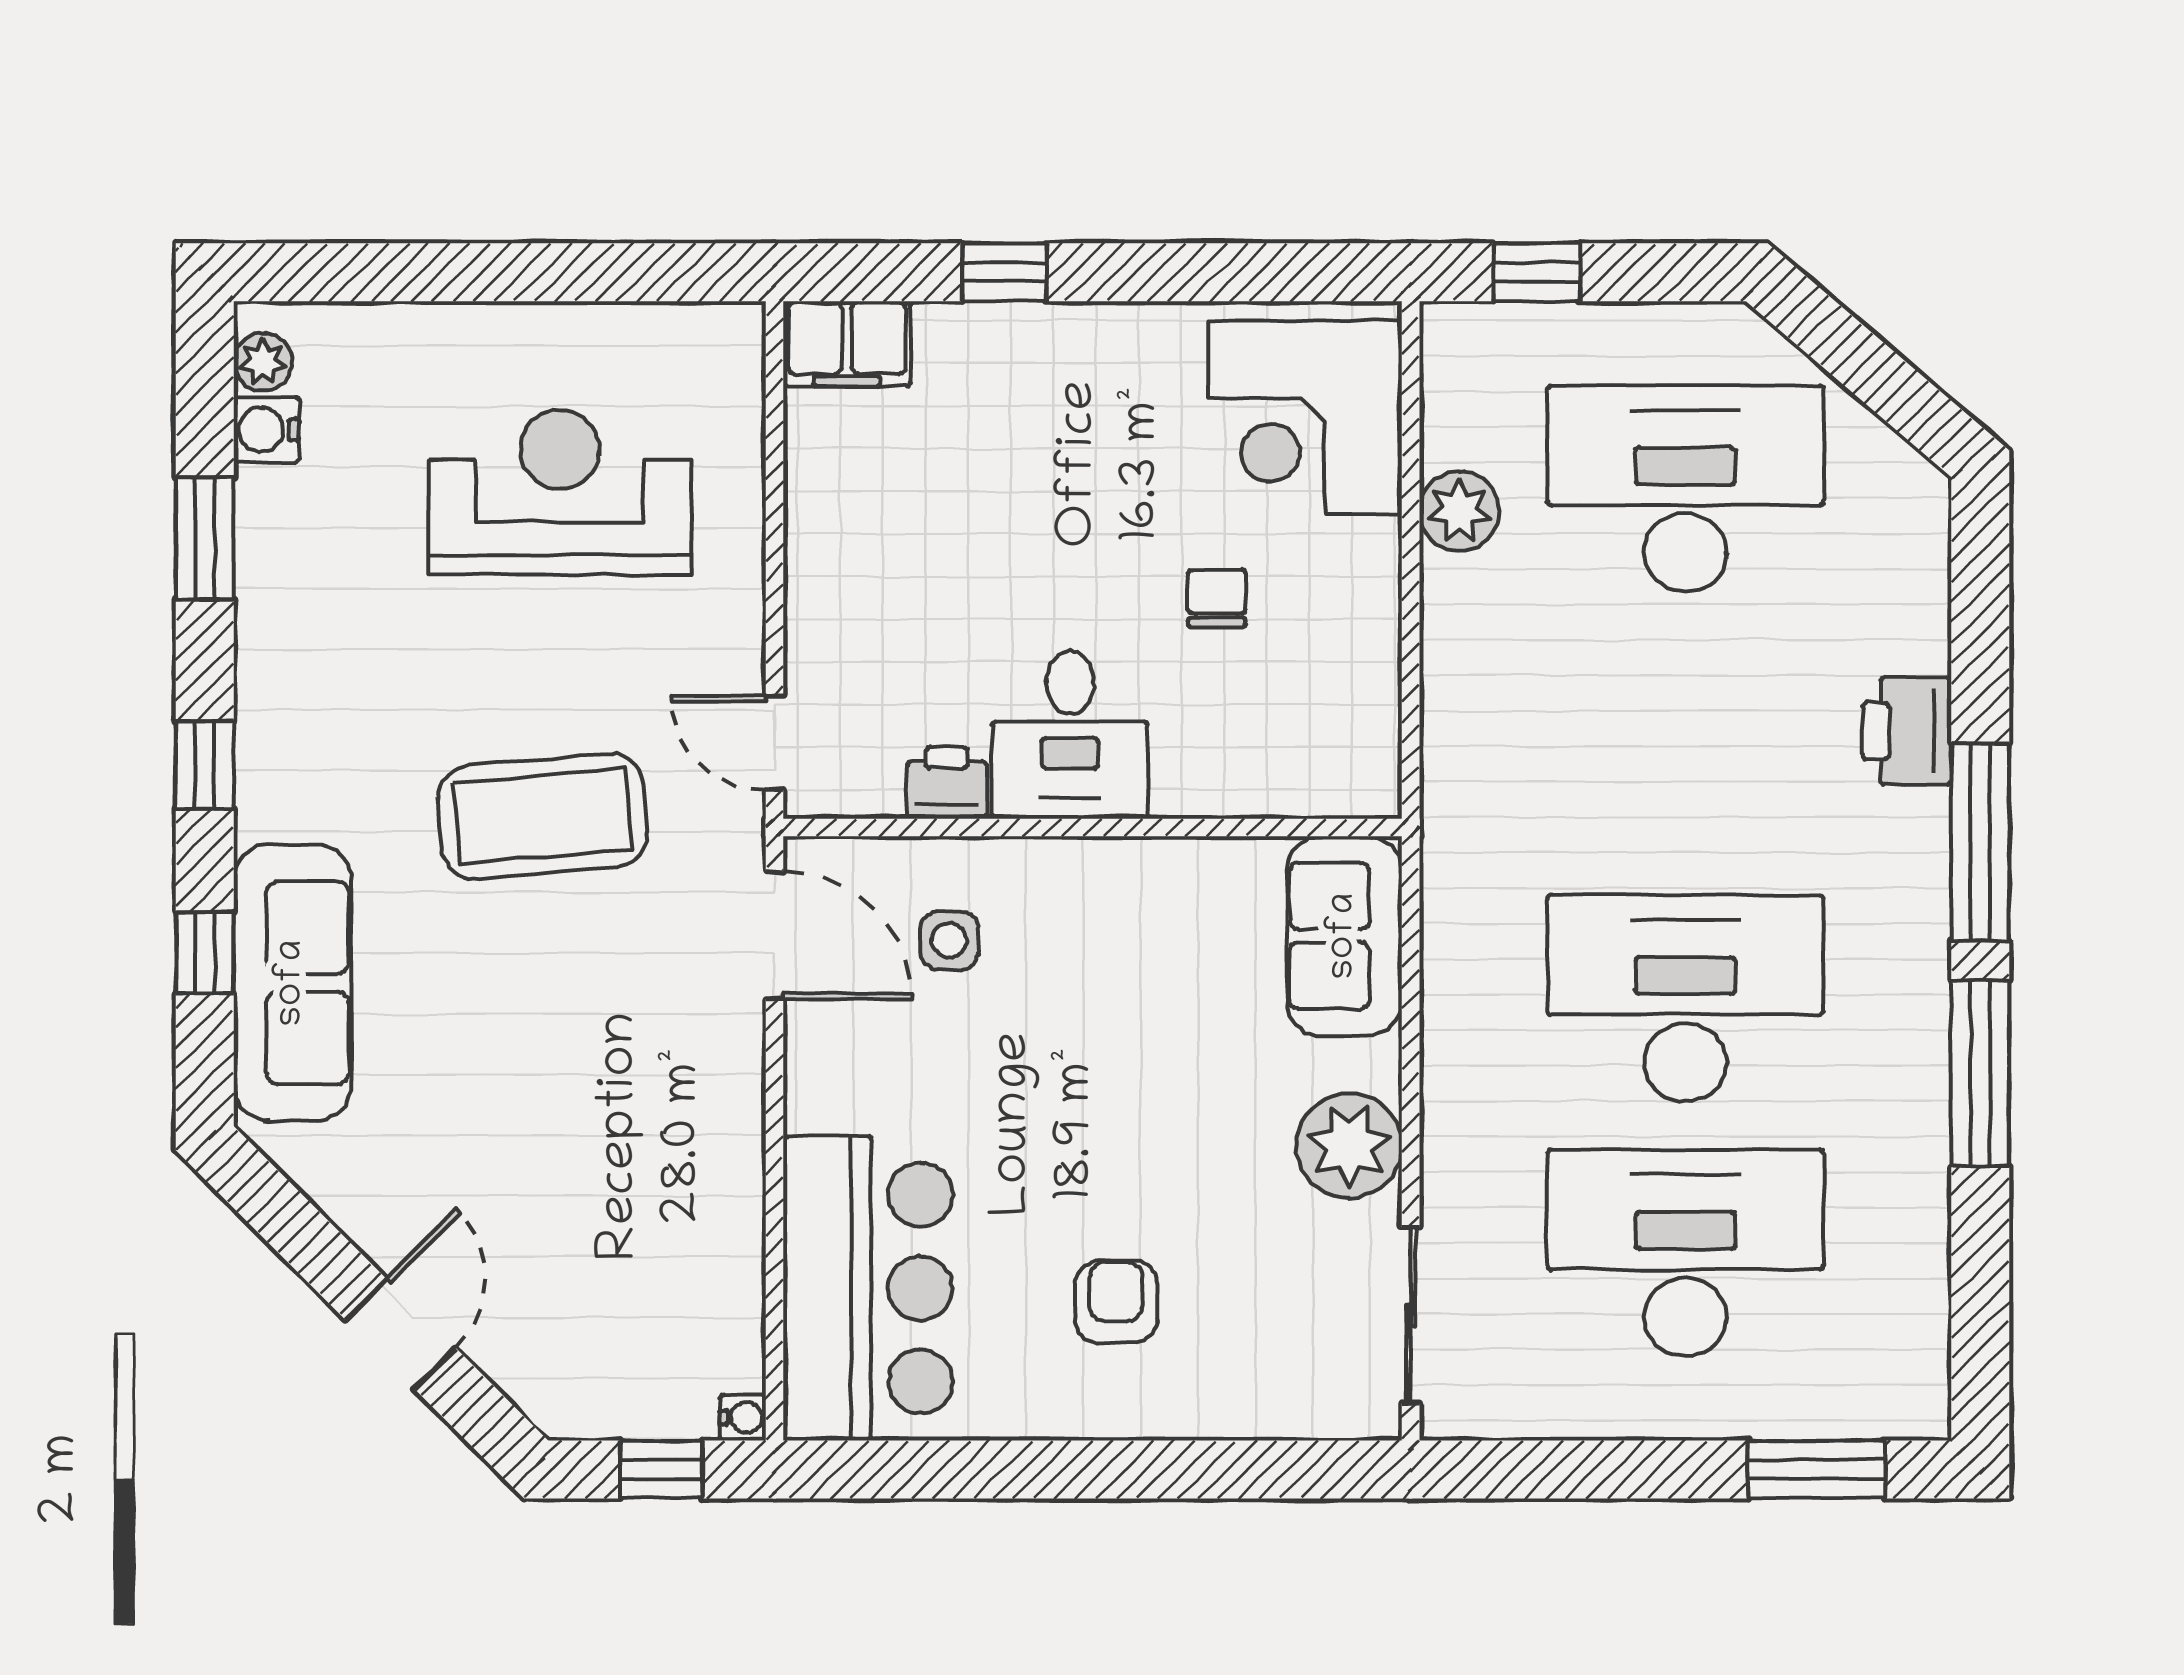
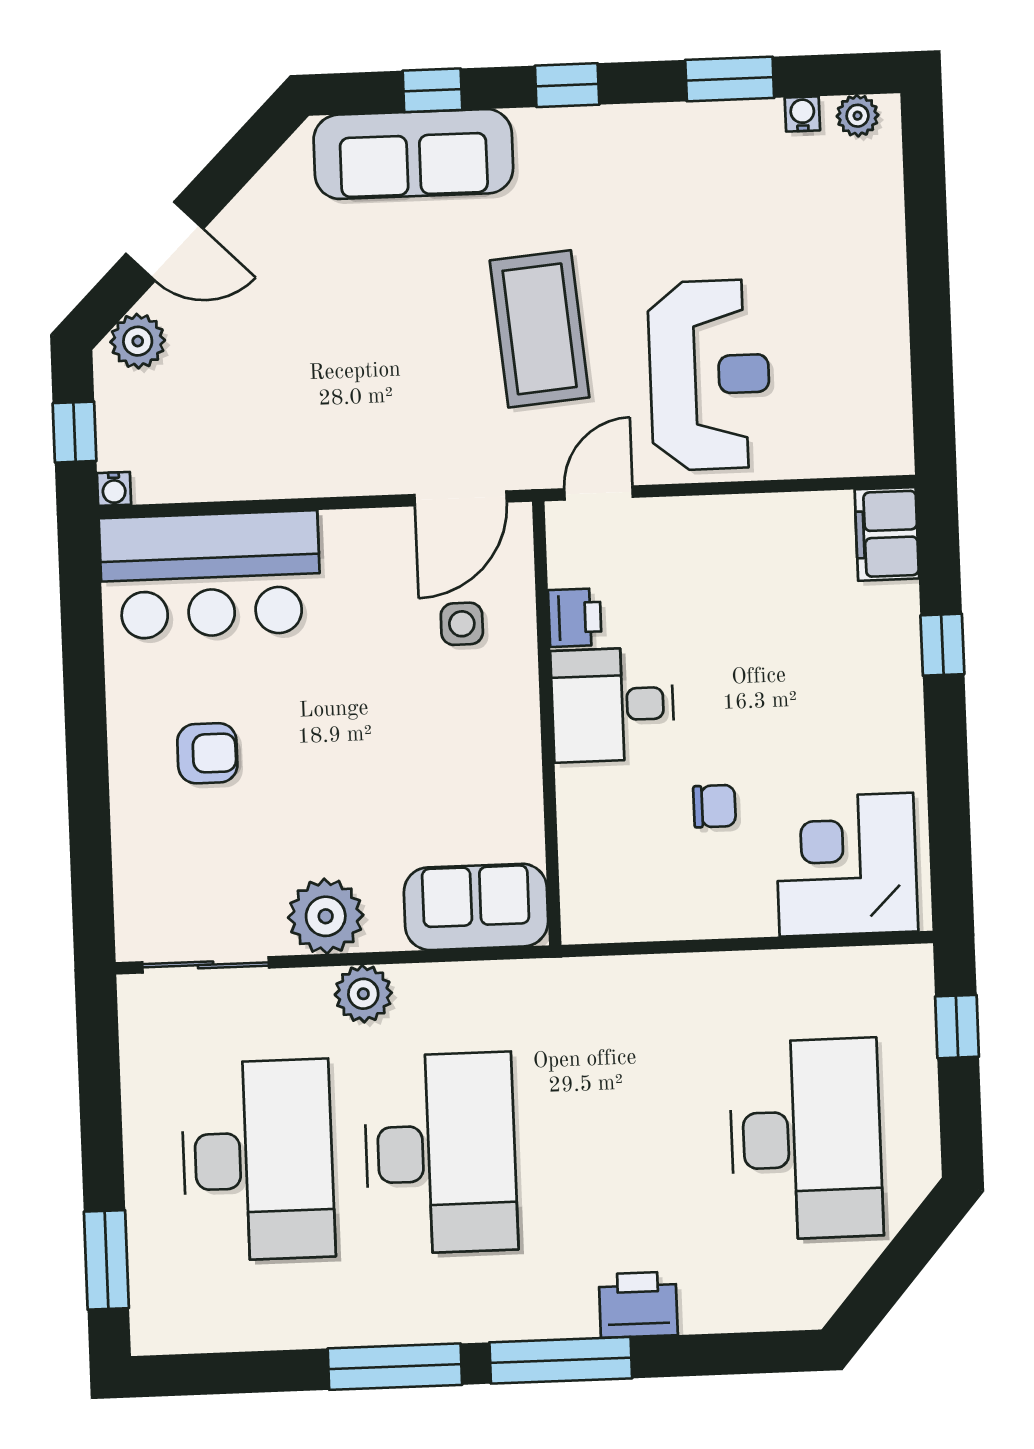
water cooler: (266, 430) -> (802, 114), width x0.72, depth x0.72
reception desk: (560, 492) -> (709, 375), moved
plant: (1459, 511) -> (363, 994), moved
plant: (538, 1377) -> (138, 341), added

